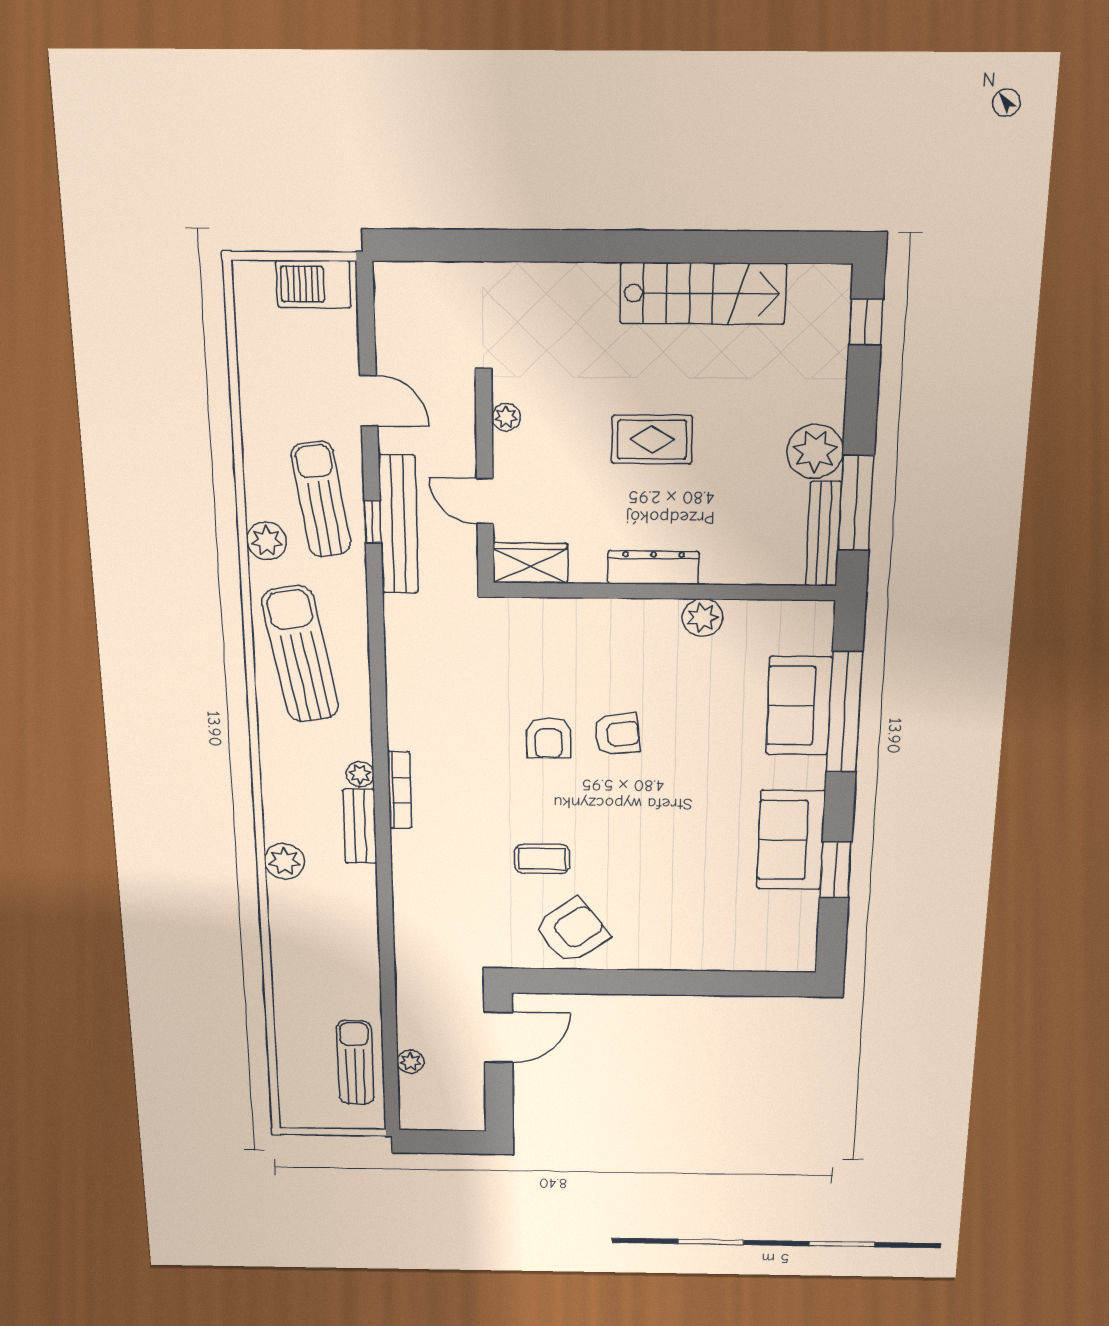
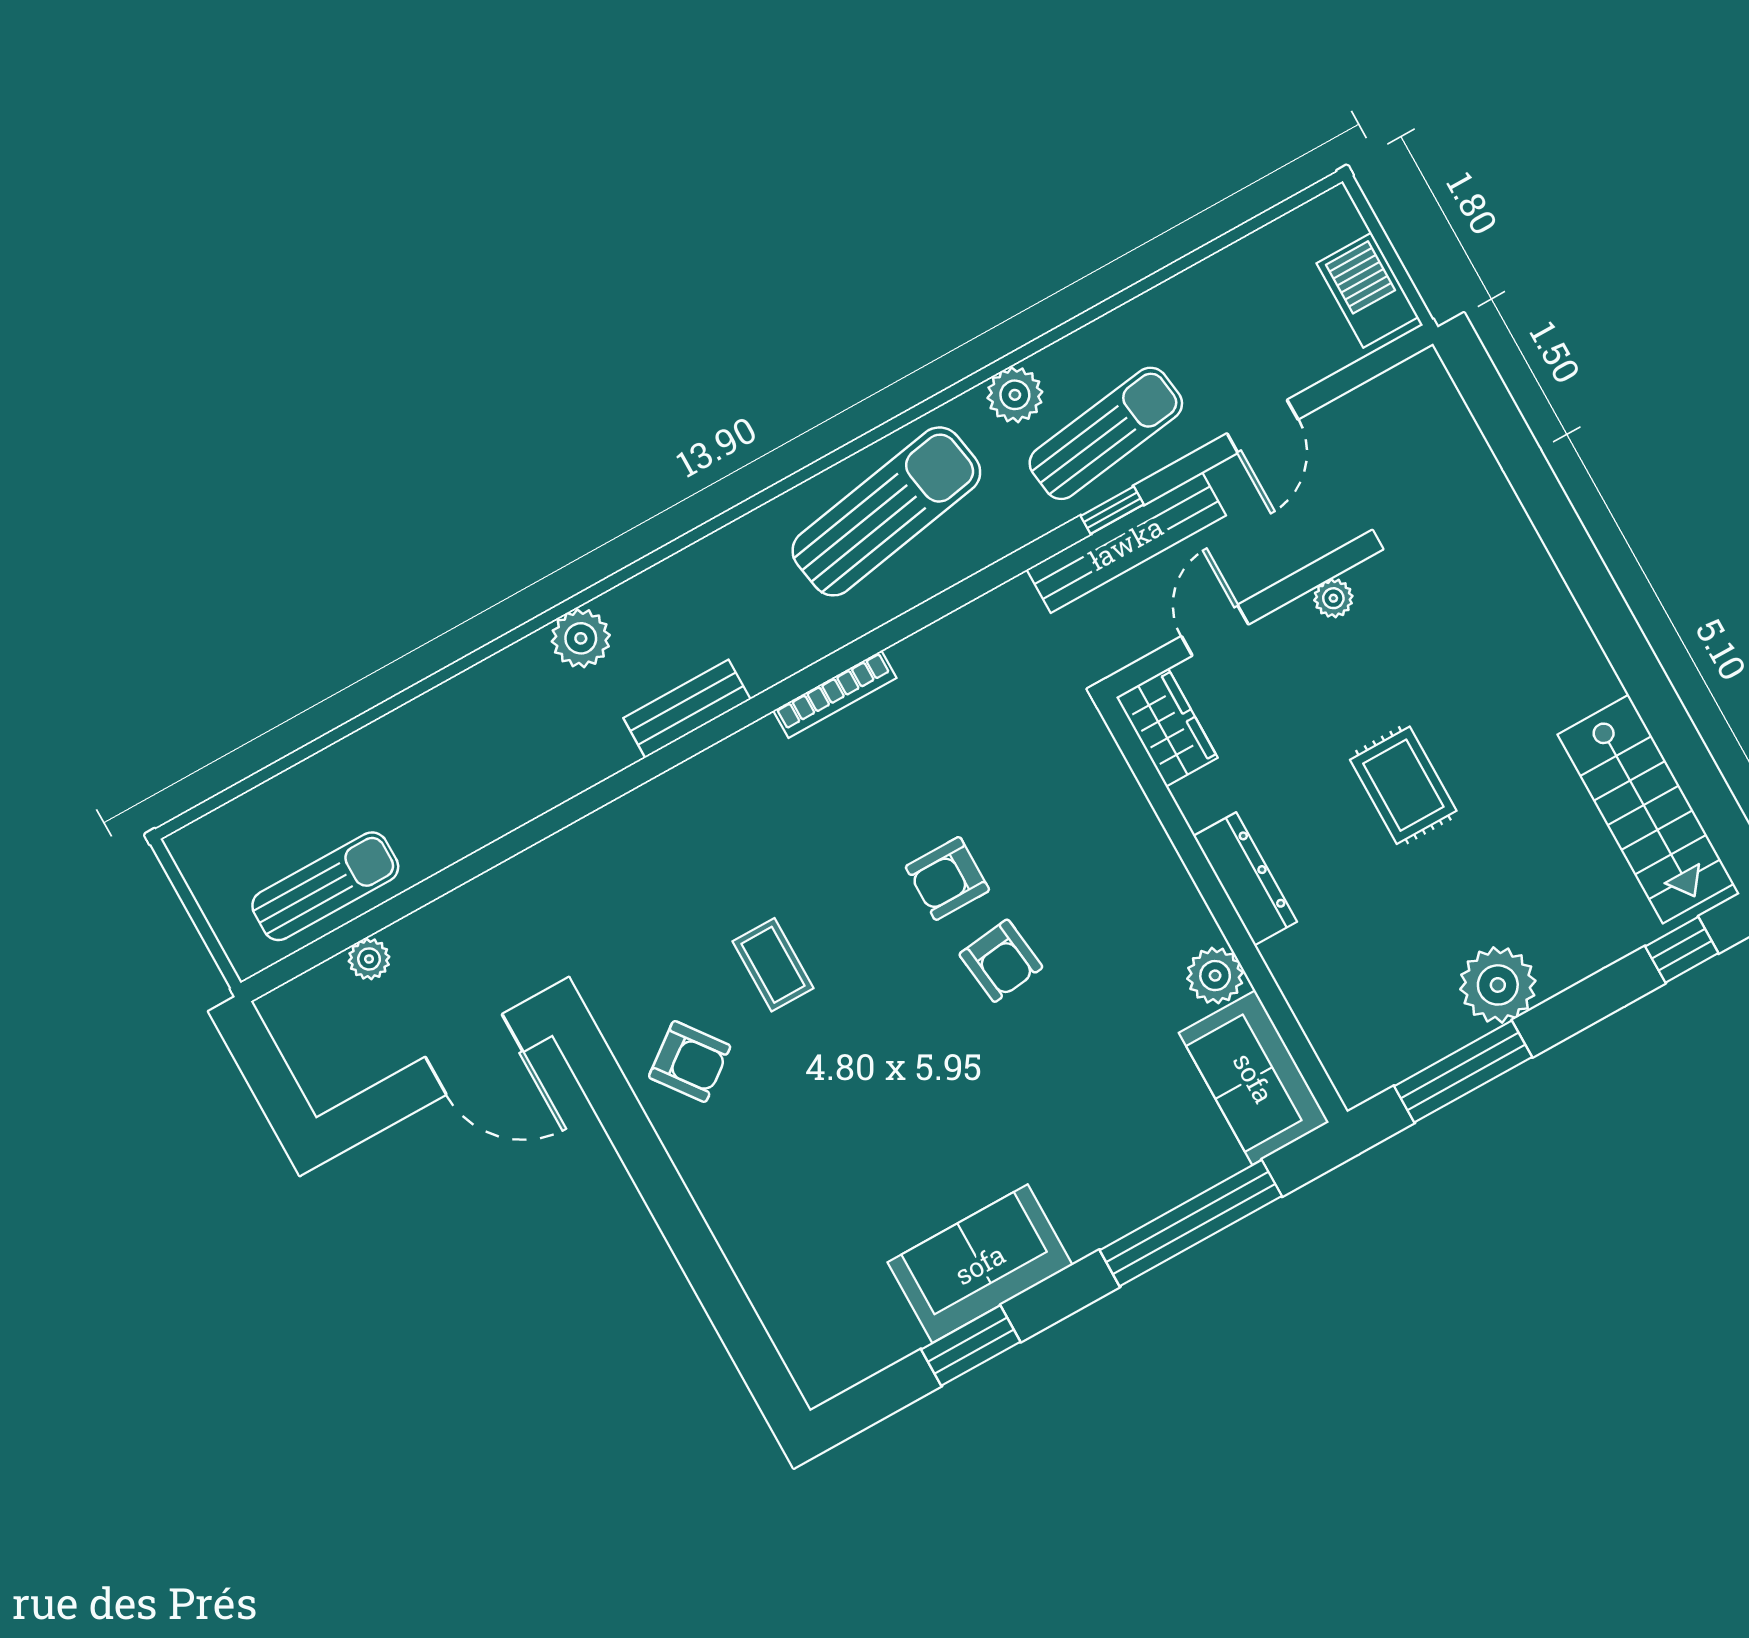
stairs: (703, 293) -> (1646, 809), moved
bench: (824, 534) -> (1403, 1057), removed
sofa: (799, 706) -> (1254, 1078), moved, turned -90
plant: (360, 774) -> (762, 670), removed
bookcase: (400, 790) -> (835, 694), moved
armchair: (572, 931) -> (690, 1061), width x0.72, depth x0.72

